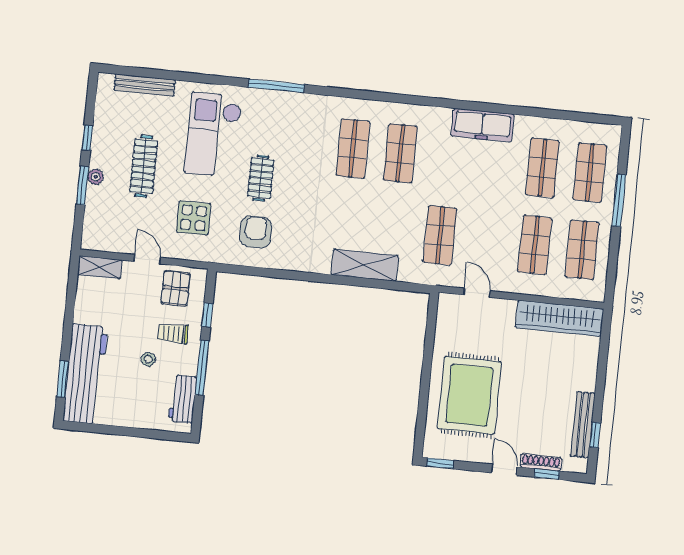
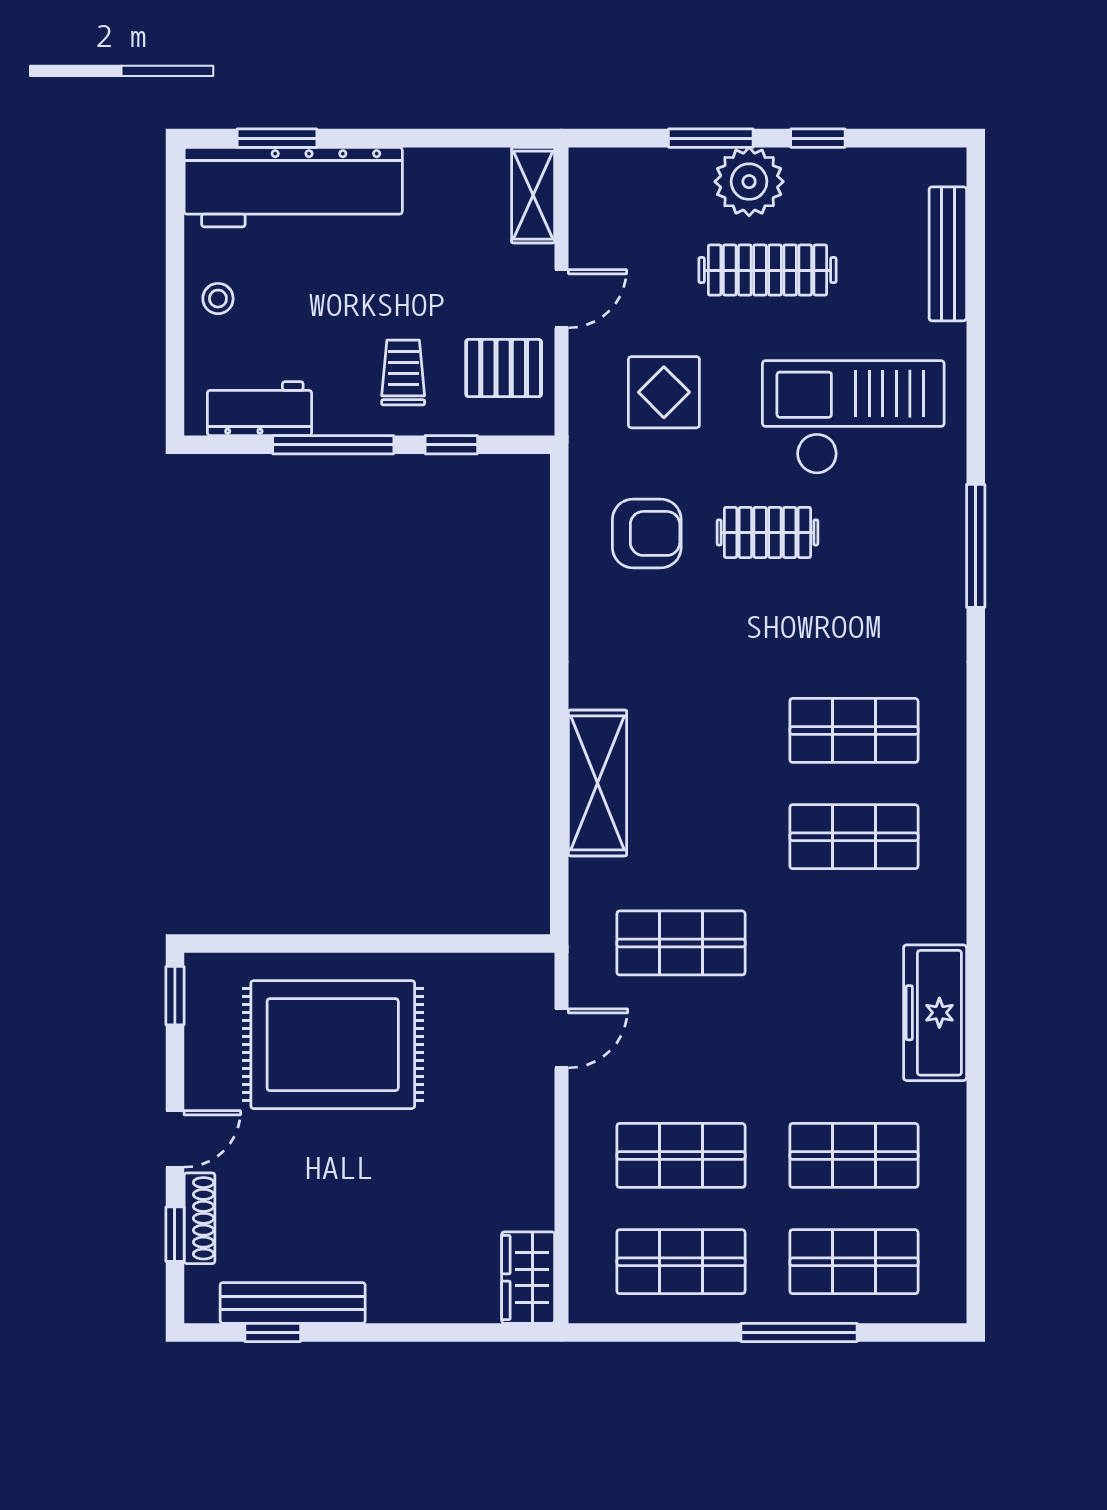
plant: (96, 177) -> (749, 182), width x1.87, depth x1.87
wardrobe: (560, 318) -> (528, 1278), width x0.48, depth x0.85
stool: (148, 359) -> (218, 299), moved

